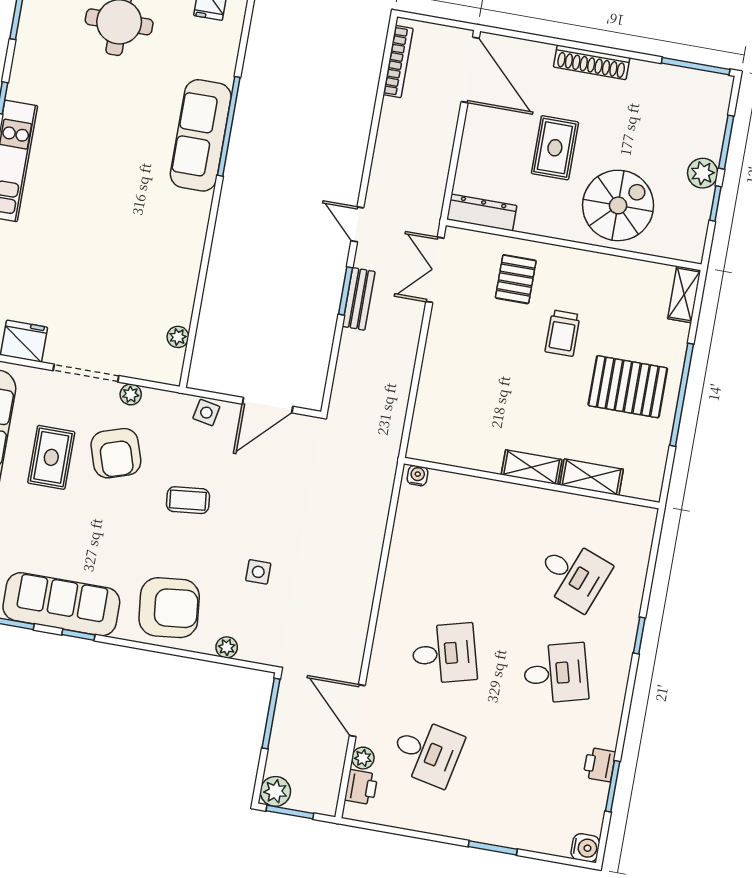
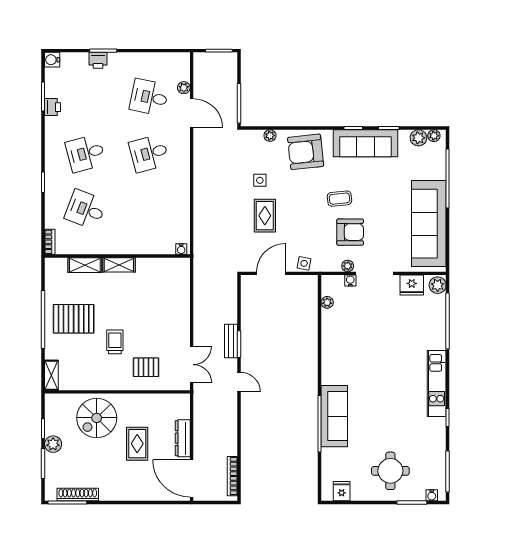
shoe rack: (592, 62) -> (78, 495), moved
dresser: (482, 212) -> (183, 438), moved, turned 90
pallet: (516, 279) -> (146, 367), turned 90
water cooler: (131, 368) -> (350, 281), added
armchair: (116, 453) -> (350, 232), turned 108
rug: (51, 457) -> (265, 216), moved
coffee table: (188, 500) -> (340, 199), moved
bookcase: (646, 529) -> (50, 242), added
printer: (361, 787) -> (98, 60), moved, turned -90
plant: (275, 791) -> (229, 61), removed

